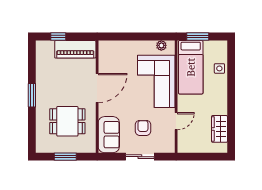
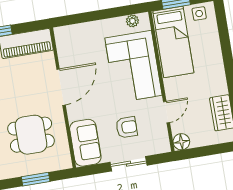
side table: (219, 68) -> (199, 14), moved
armchair: (143, 128) -> (127, 127), turned 90
floor lamp: (184, 146) -> (181, 142), added

